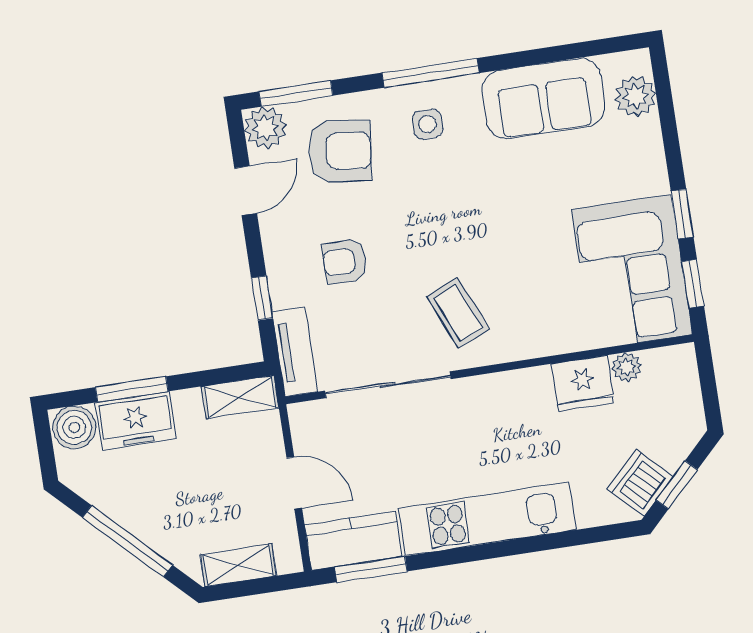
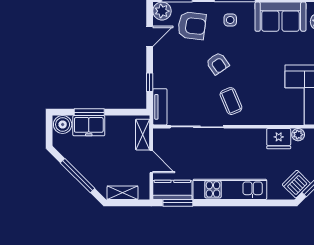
armchair: (345, 261) -> (218, 64), moved, turned -125
shelving: (240, 397) -> (143, 135), moved, turned 90

